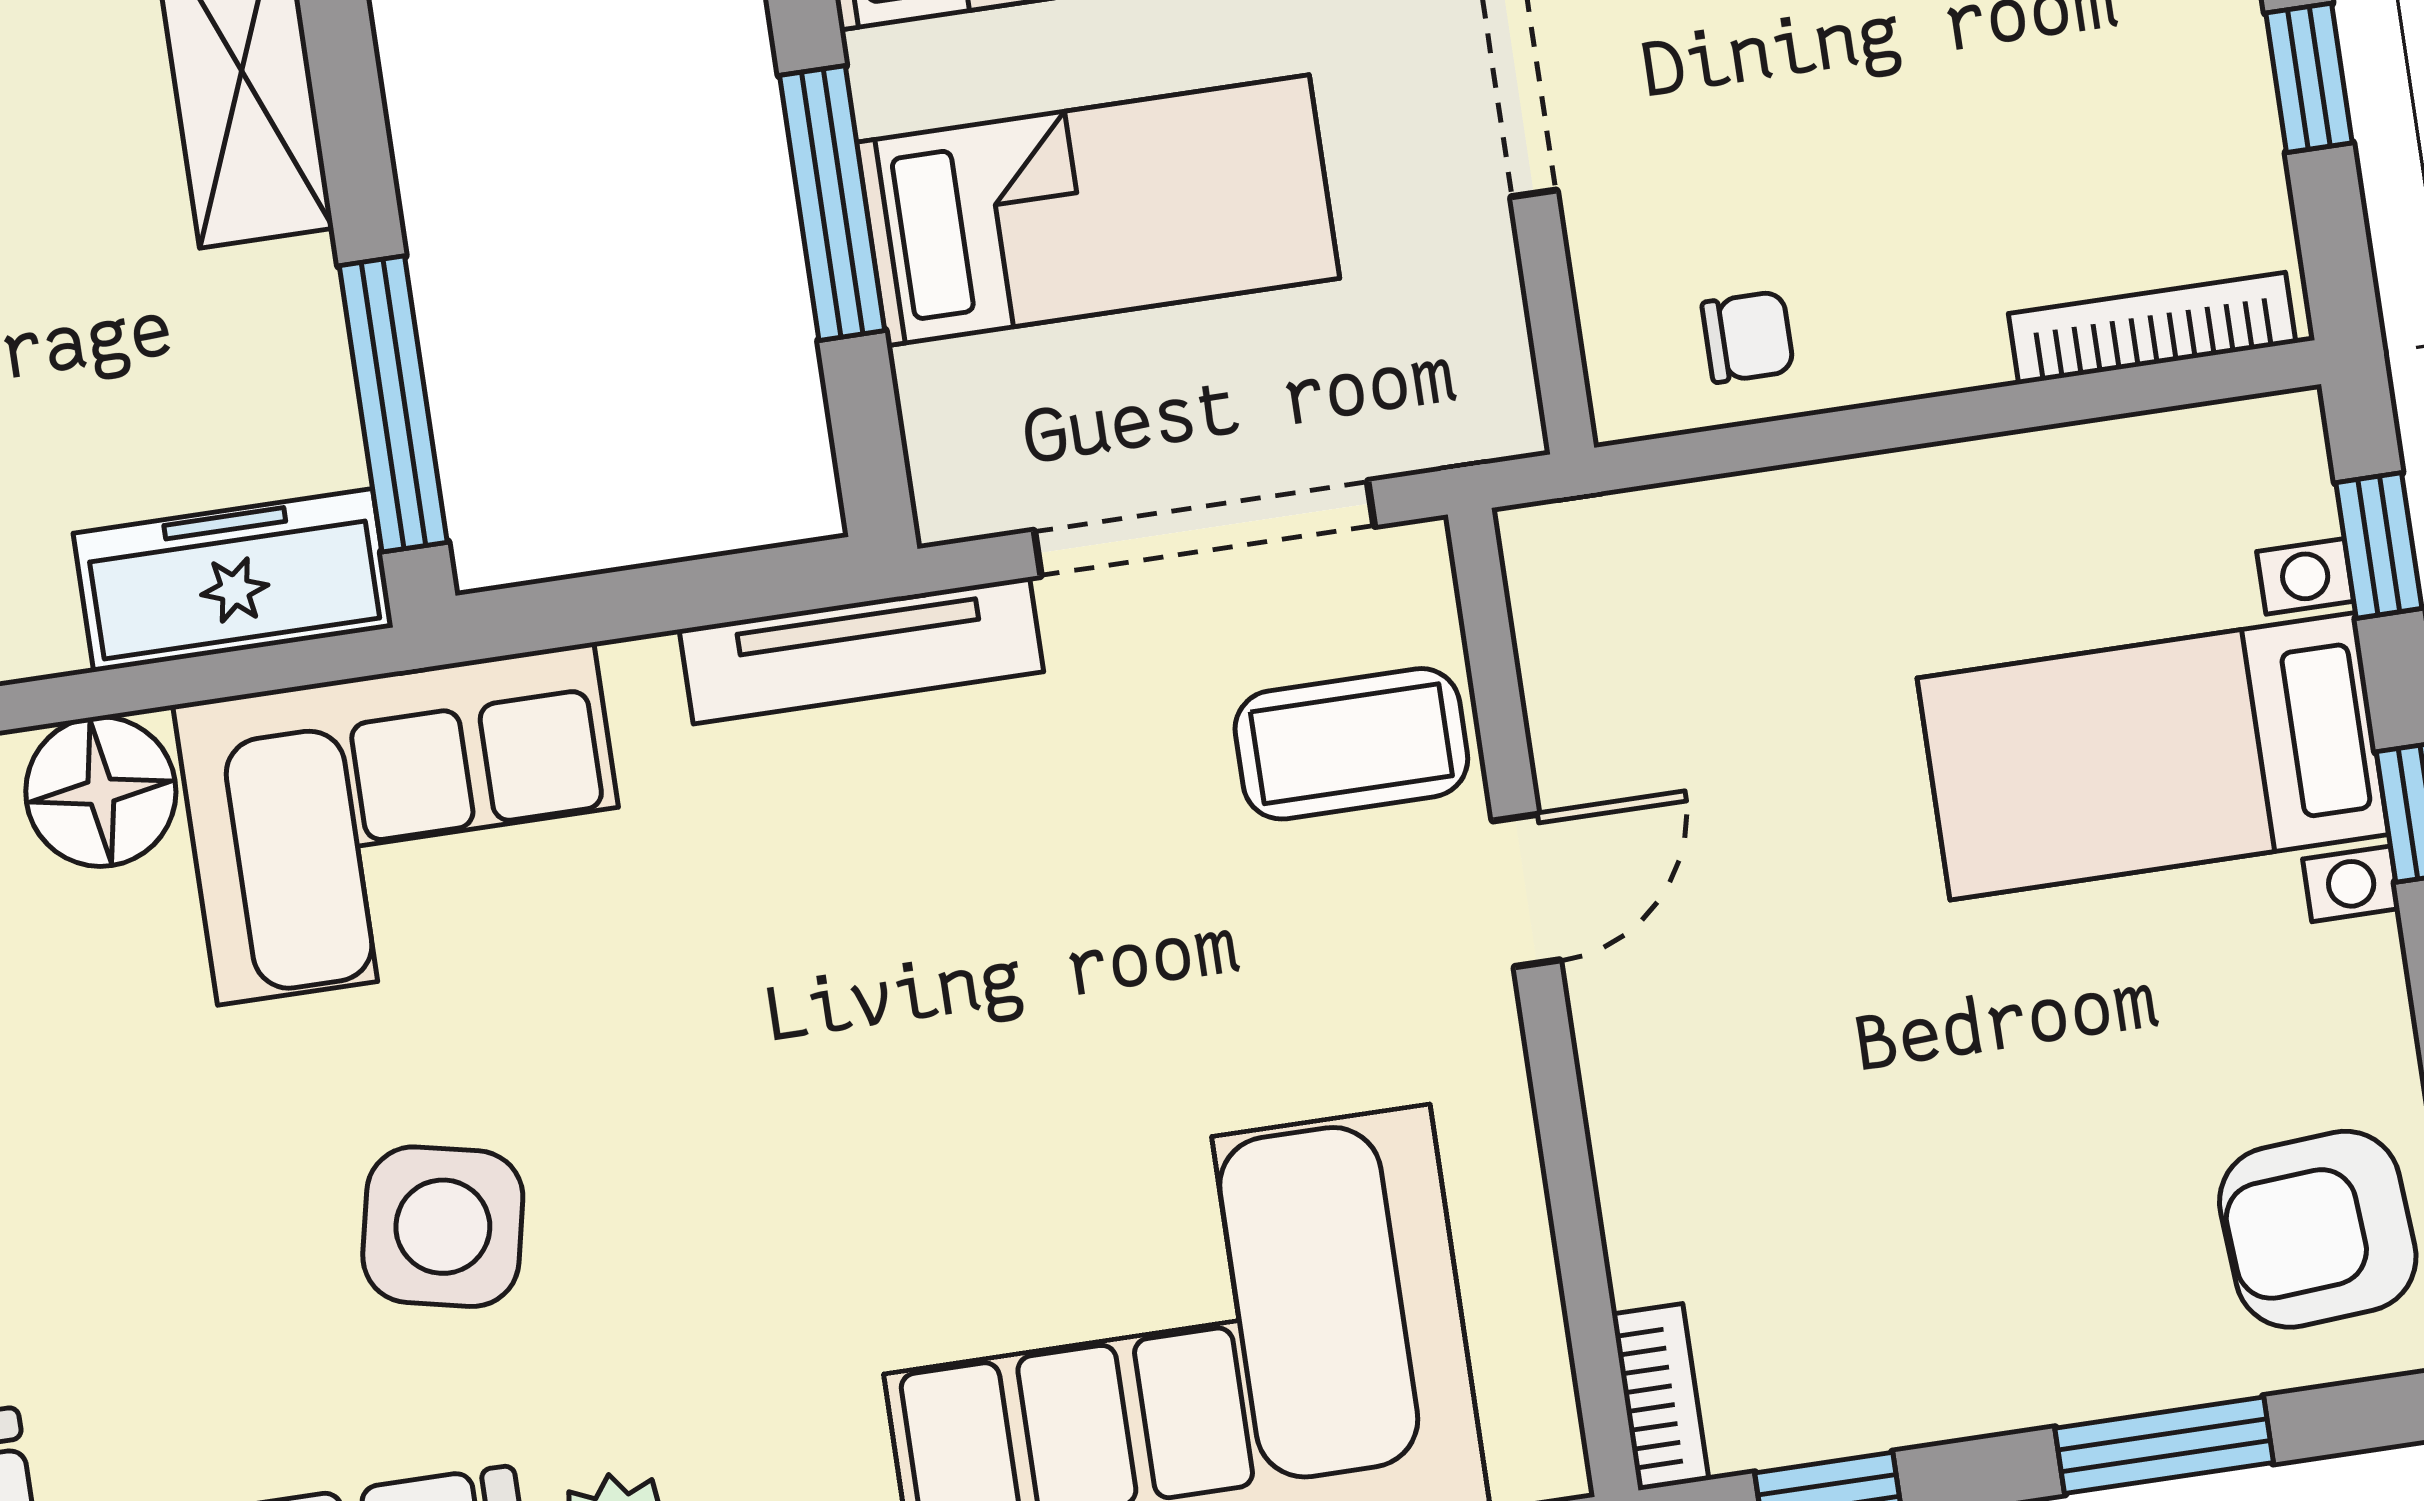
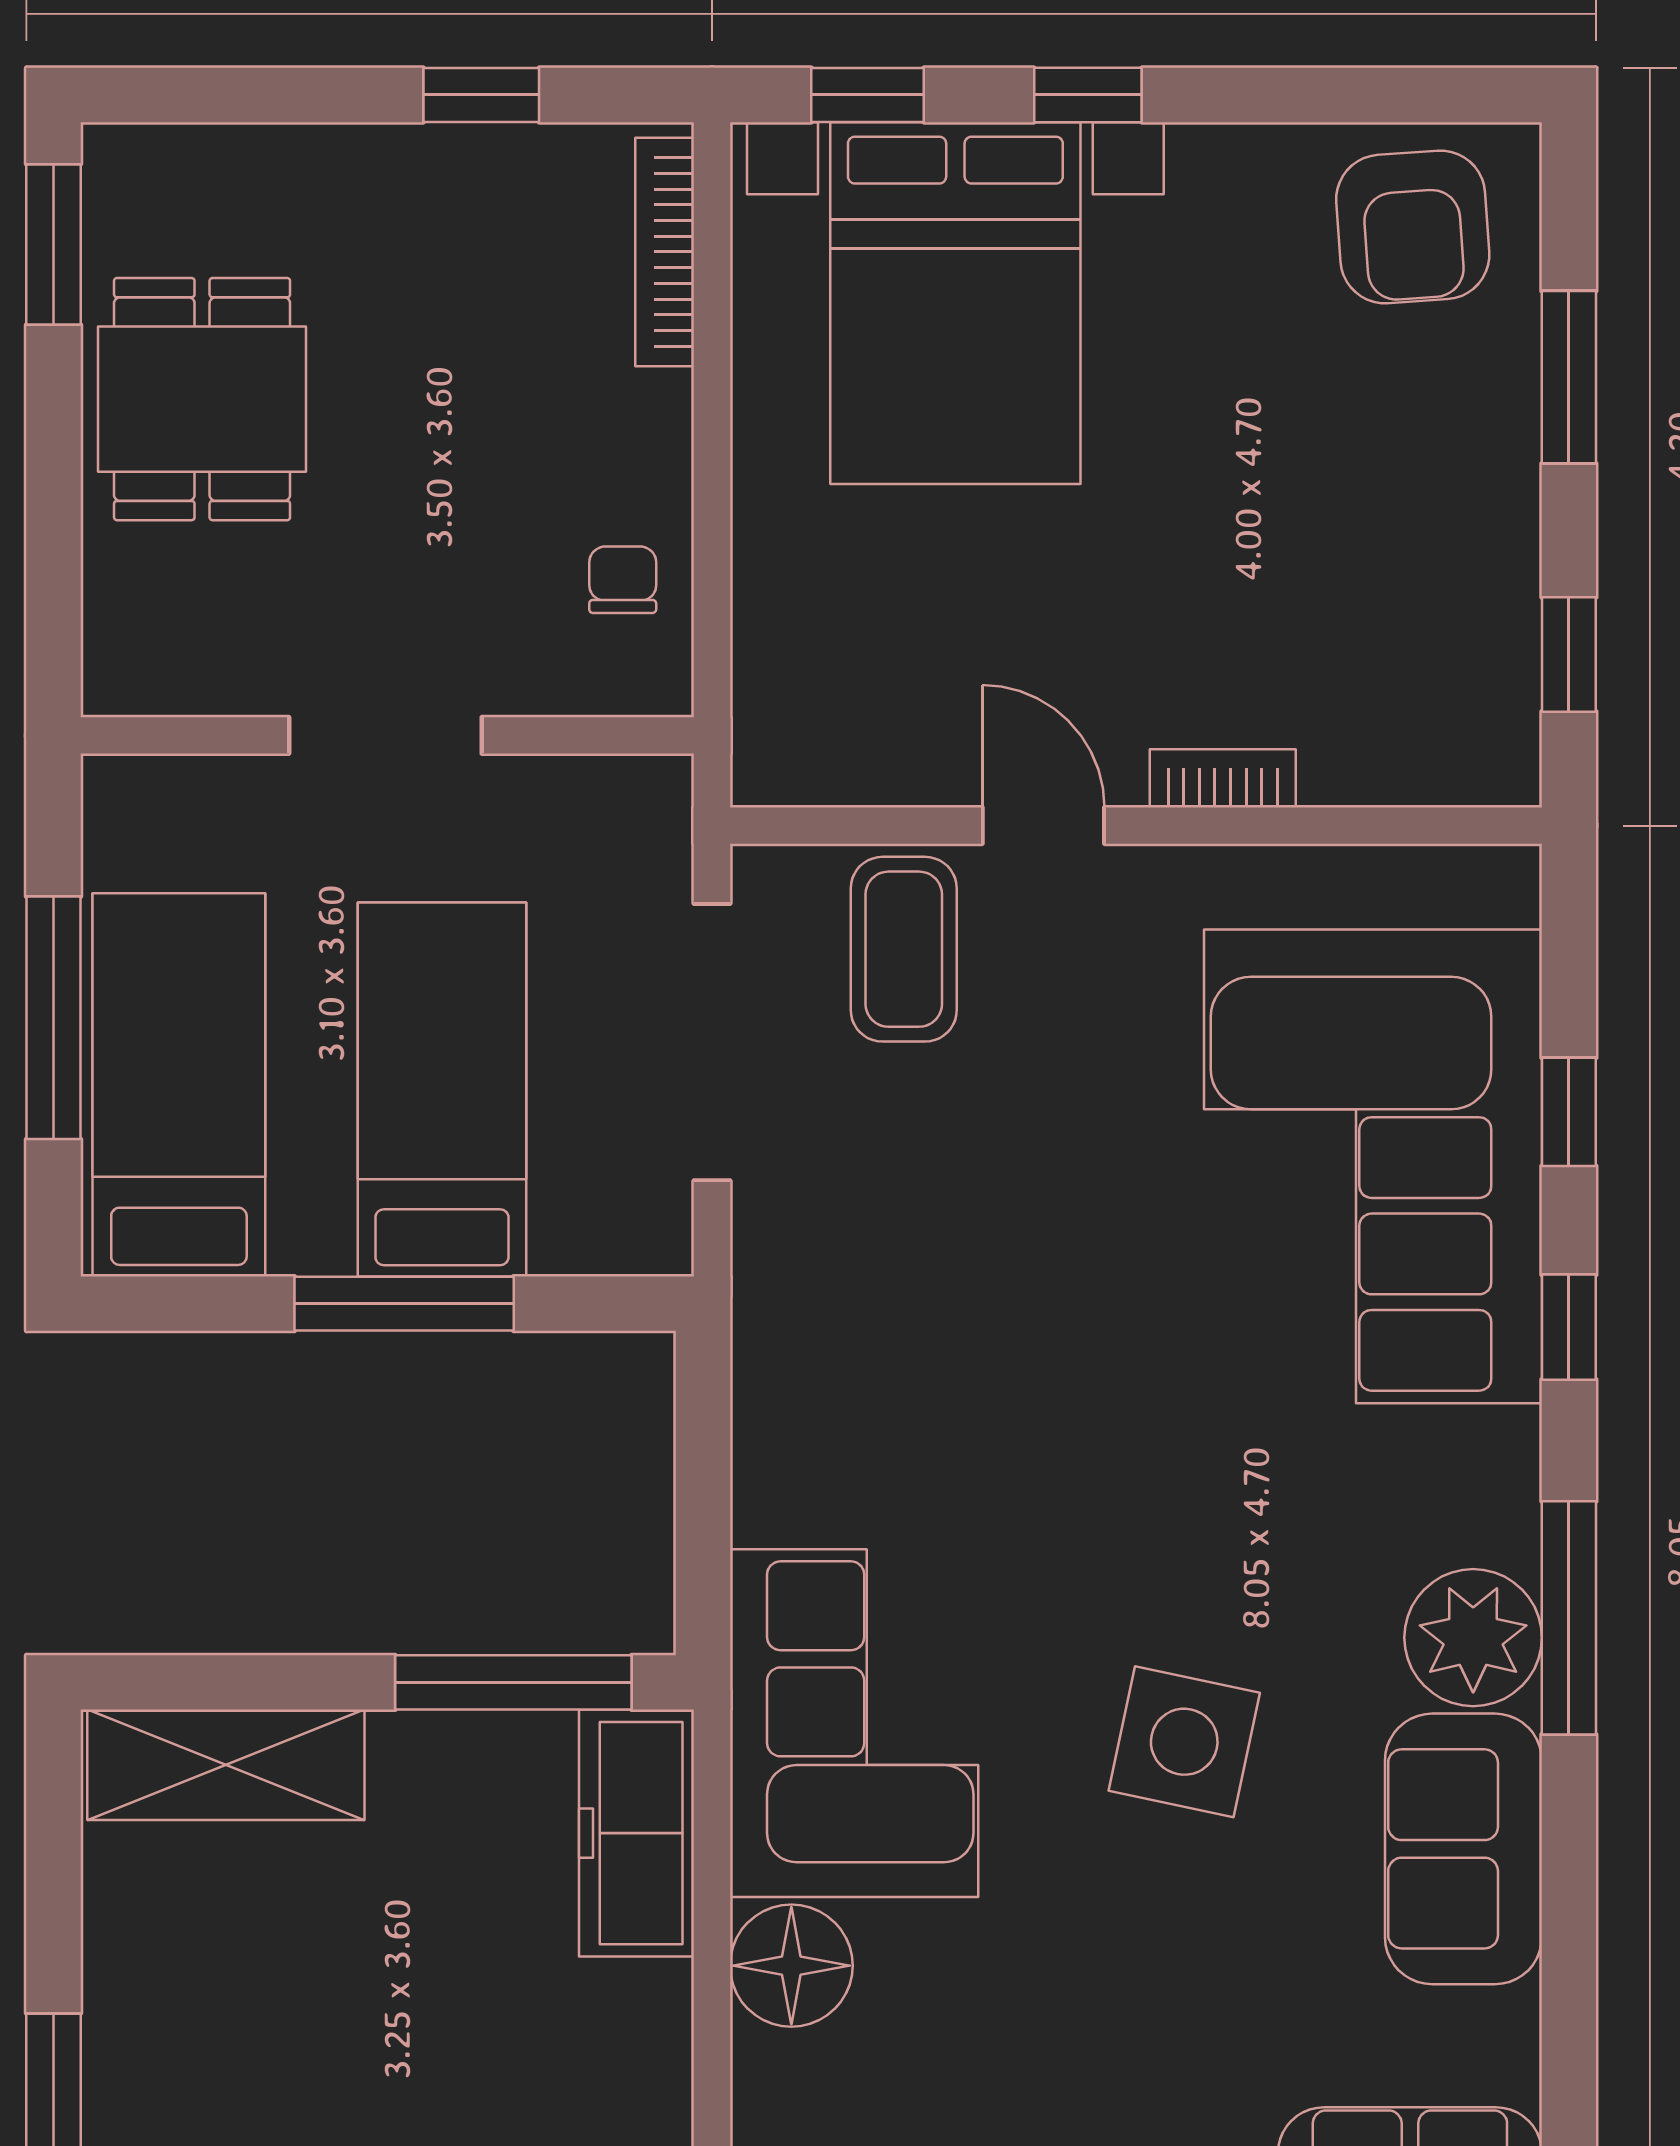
tv unit: (861, 651) -> (769, 1334), removed
bed with nightstands: (2153, 756) -> (955, 303), width x1.36
bookcase: (1660, 1397) -> (1223, 778), moved

